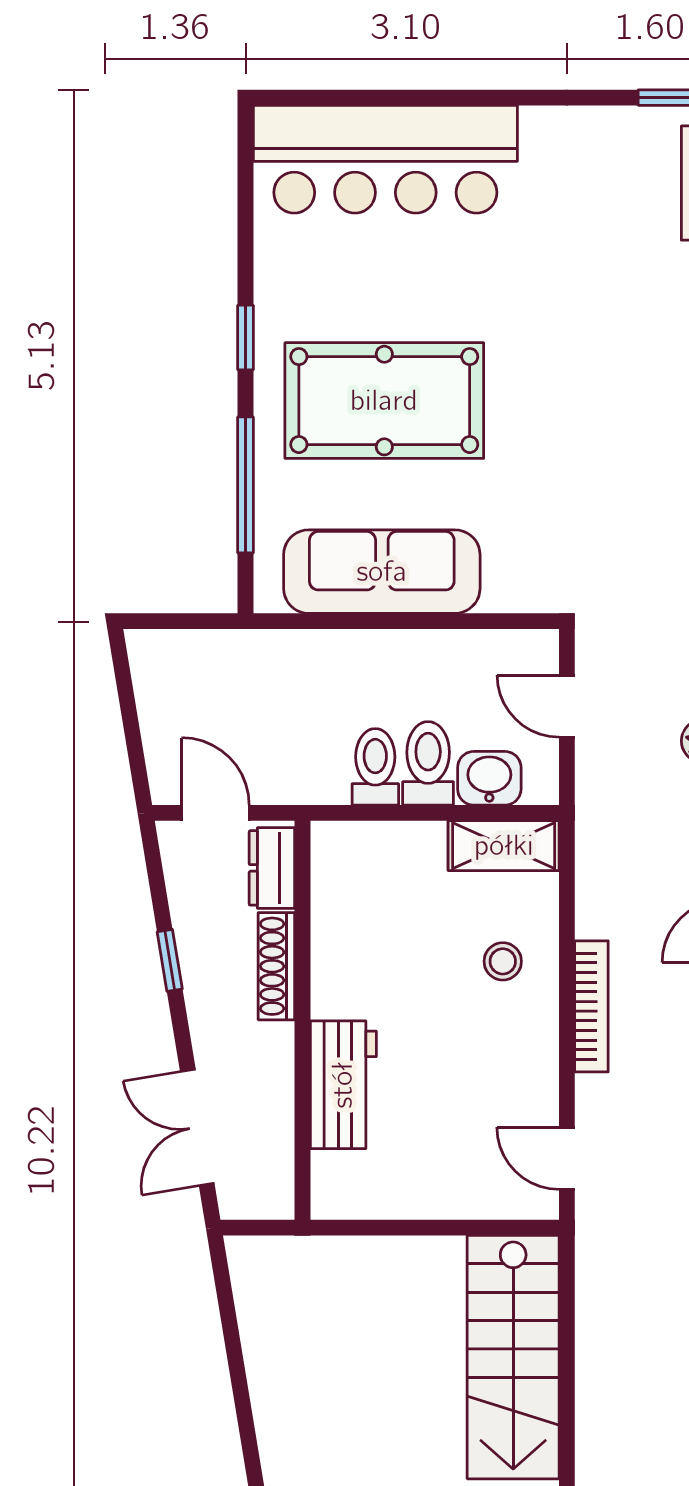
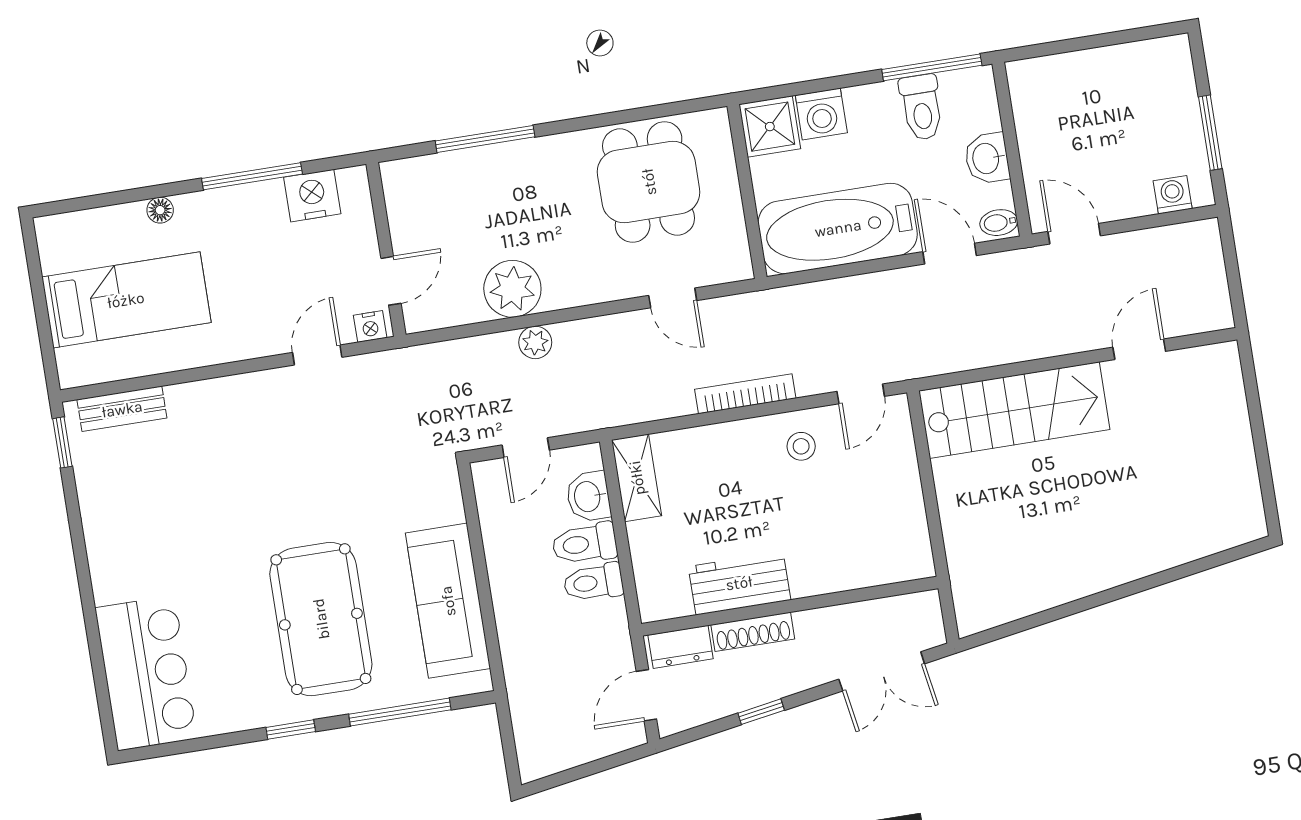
bar counter: (385, 159) -> (146, 673), width x0.73
stool: (503, 961) -> (801, 446), moved
workbench: (343, 1085) -> (739, 583), moved

